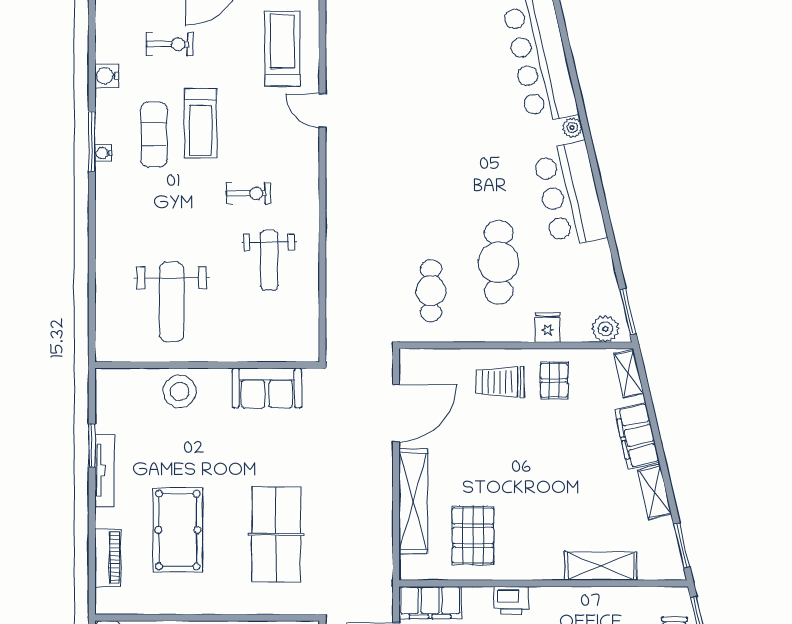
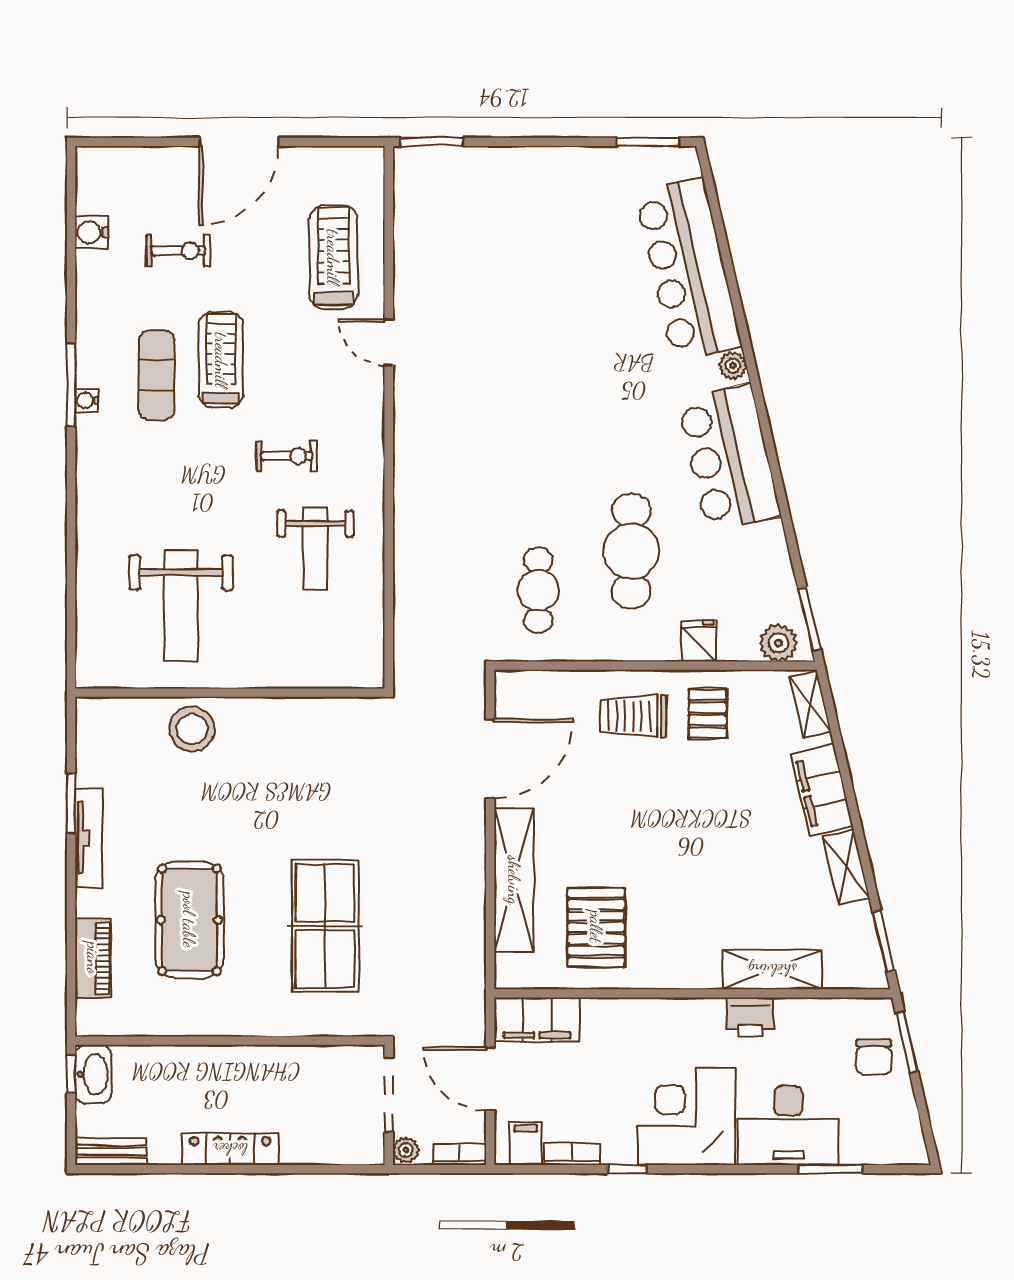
water cooler: (107, 76) -> (92, 232), moved
treadmill: (201, 123) -> (221, 360), turned 180
sofa: (267, 388) -> (312, 724), removed
printer: (511, 600) -> (750, 1017), moved

